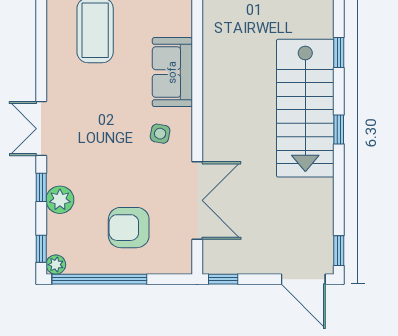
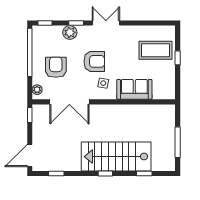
armchair: (117, 152) -> (94, 61), added
window: (339, 251) -> (56, 173), moved
plant: (56, 265) -> (37, 90), moved

